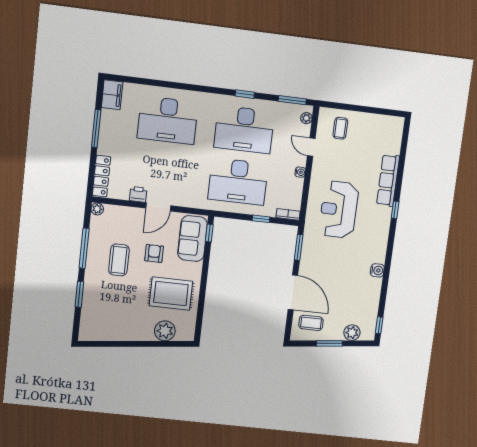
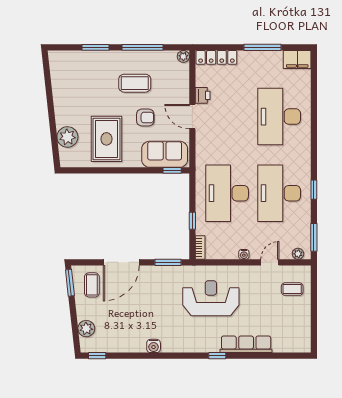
window: (329, 343) -> (70, 283), moved

